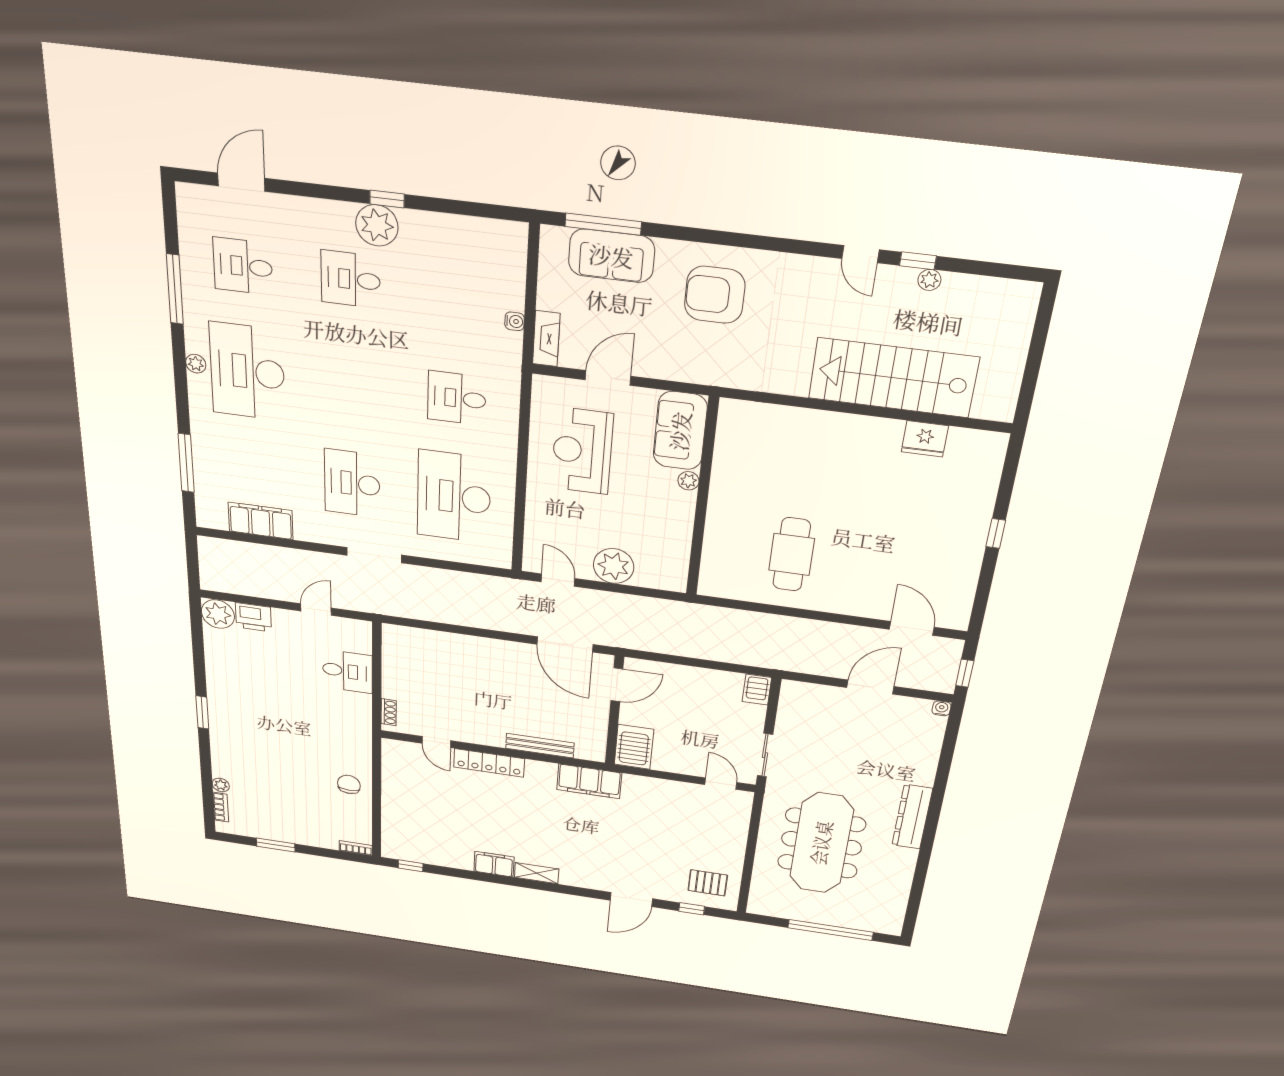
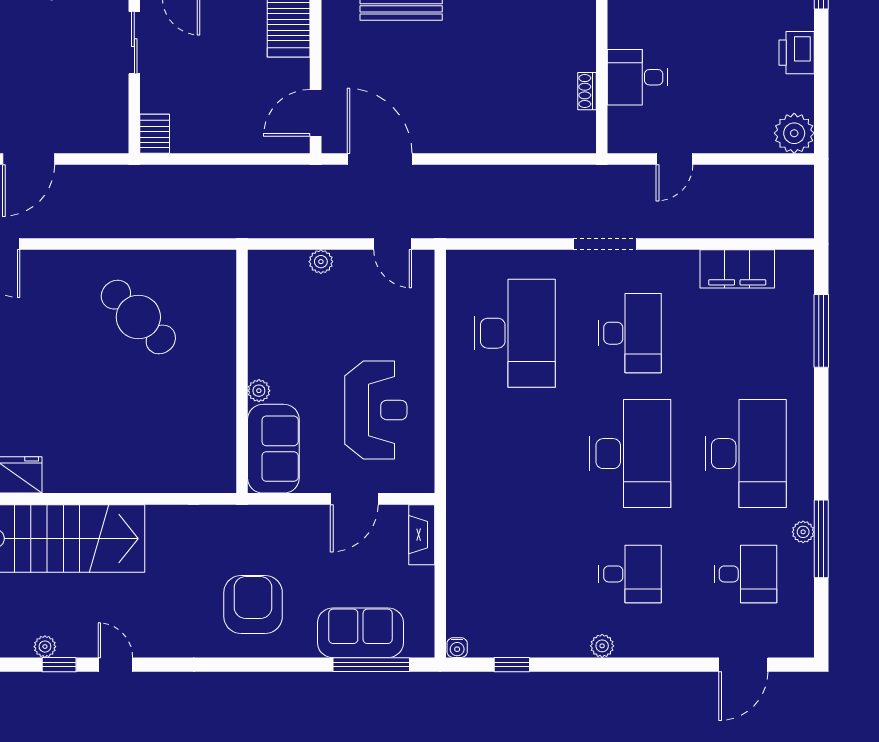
window: (387, 199) -> (512, 665), moved
plant: (377, 225) -> (602, 646), width x0.53, depth x0.53
armchair: (715, 295) -> (253, 605), turned -90
water cooler: (515, 321) -> (457, 648), moved, turned -90
plant: (196, 364) -> (803, 532), moved
desk: (457, 398) -> (630, 454), moved, width x1.87, depth x1.30
cafe table: (792, 554) -> (138, 317), turned -45
plant: (614, 566) -> (321, 262), width x0.53, depth x0.53
printer: (253, 617) -> (797, 53), moved, turned -90
shoe rack: (389, 712) -> (587, 91), moved

